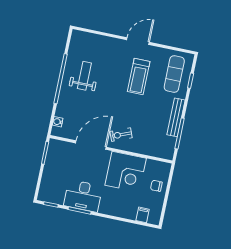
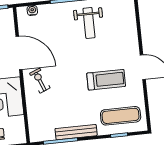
weight bench: (84, 76) -> (89, 23), turned 90
treadmill: (139, 77) -> (106, 80), turned 180

